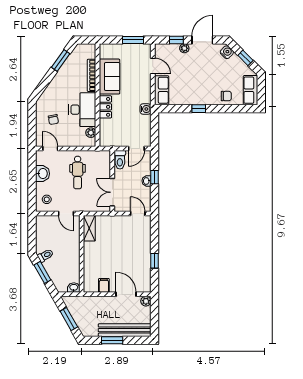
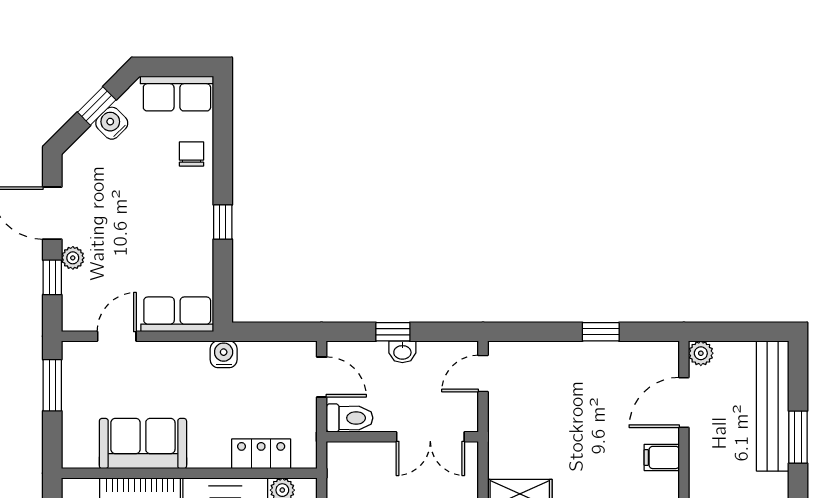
water cooler: (227, 52) -> (112, 123), moved
locker: (105, 107) -> (261, 454), moved

